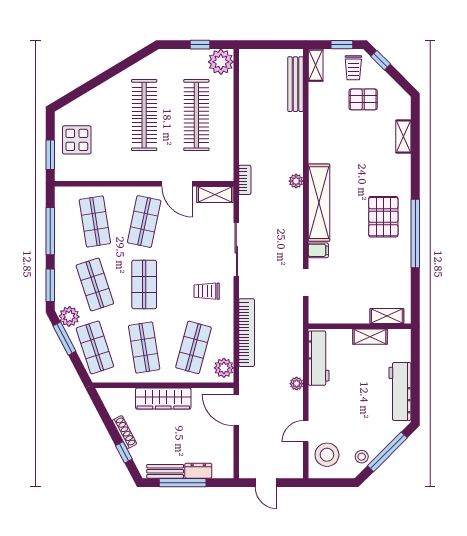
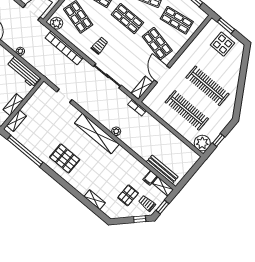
door: (177, 184) -> (162, 74), hinge flipped
window: (415, 233) -> (25, 151), moved
filing cabinet: (318, 250) -> (150, 178), moved

